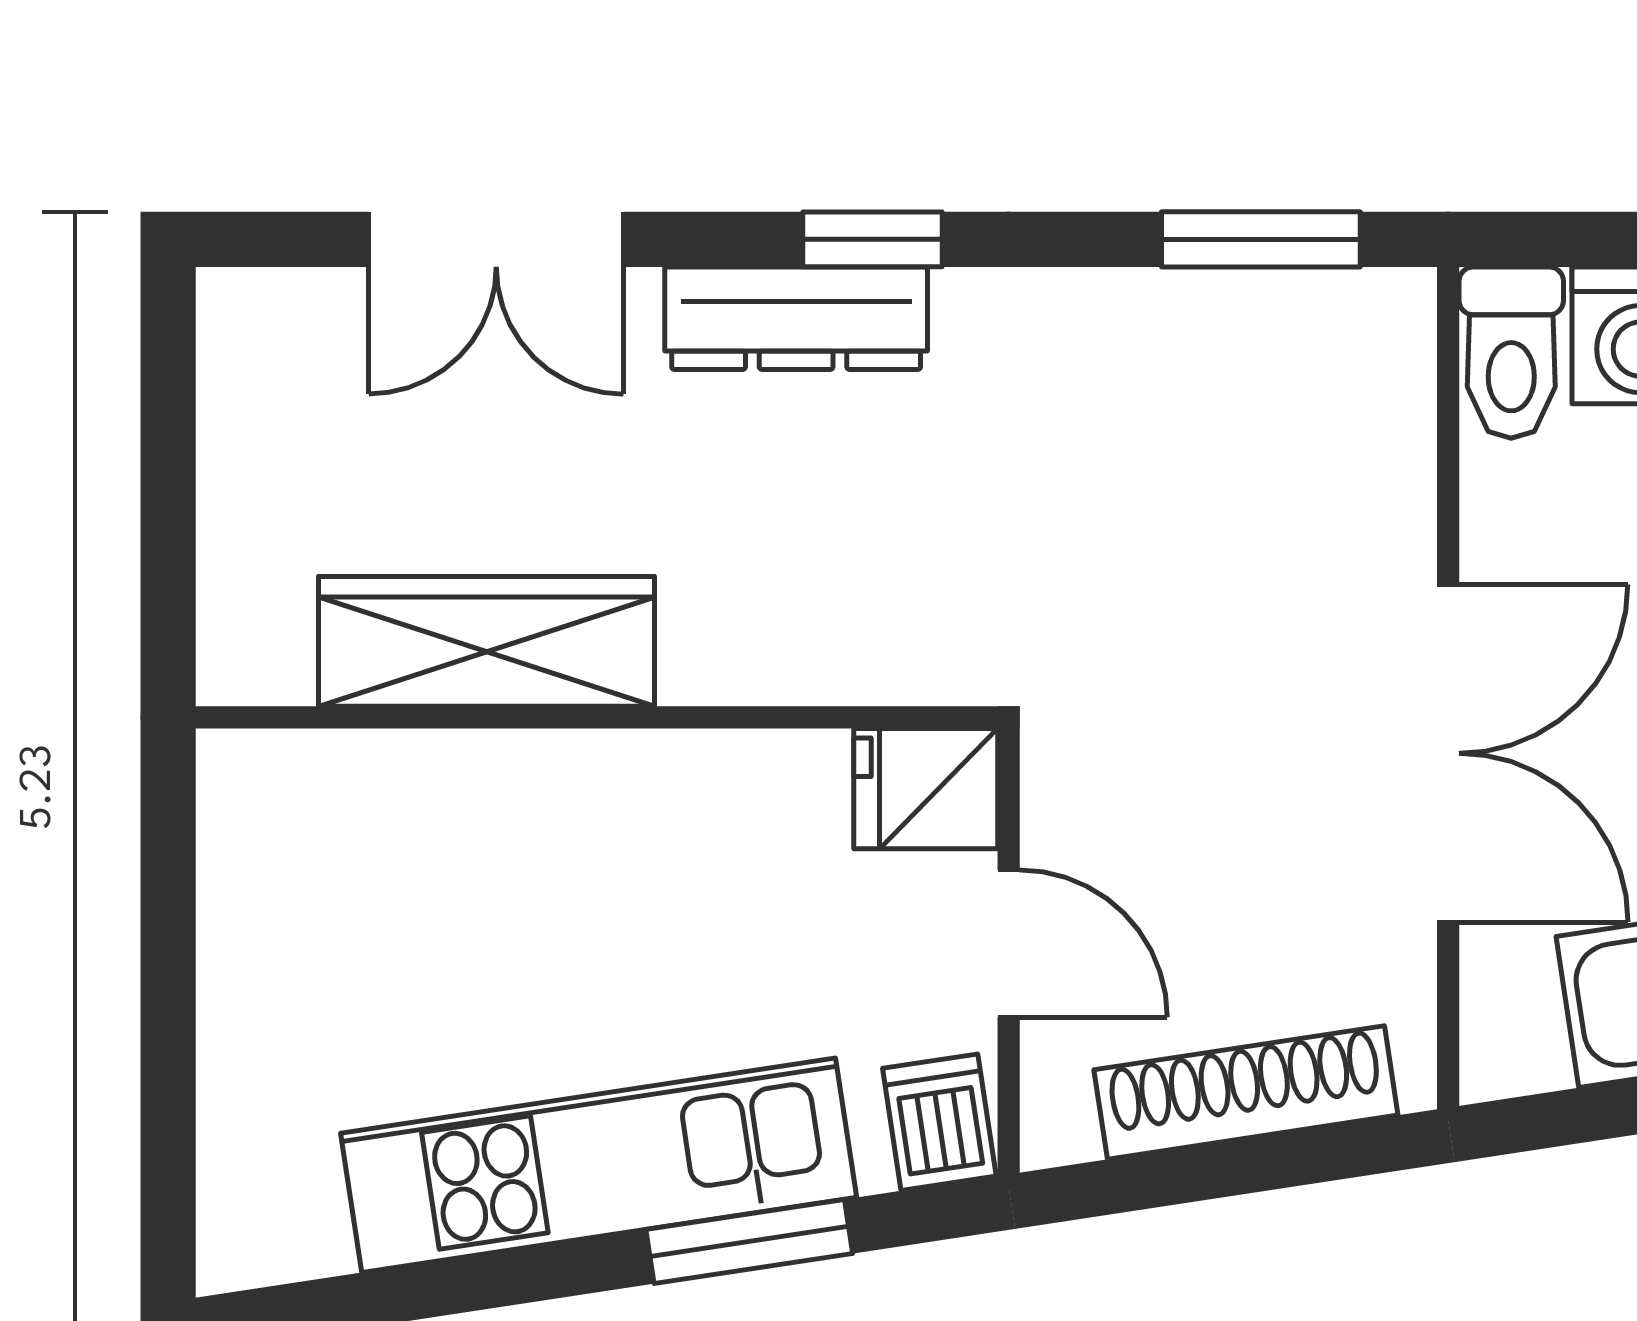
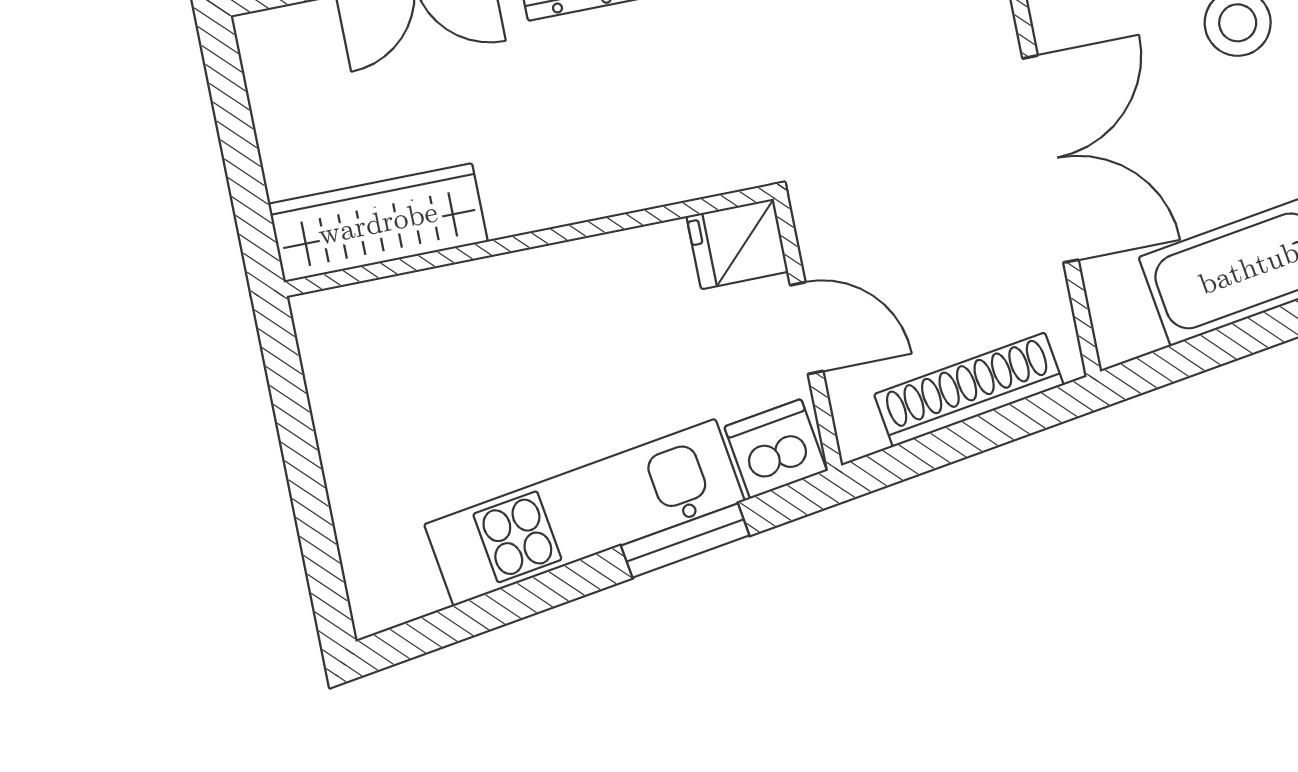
wardrobe: (486, 641) -> (378, 223), moved
dishwasher: (939, 1122) -> (776, 449), width x1.38

